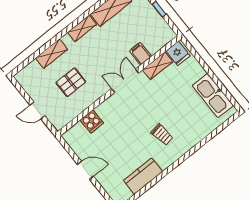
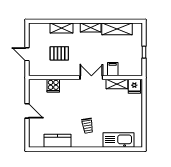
kitchen sink: (213, 95) -> (118, 140), moved, turned 90

